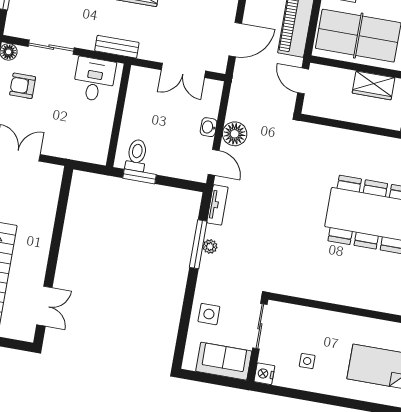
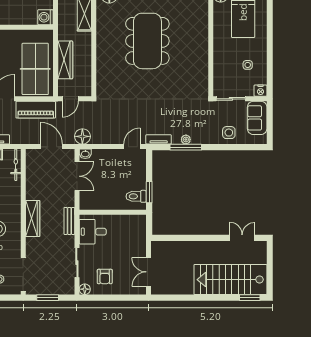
wardrobe: (374, 85) -> (65, 60), width x1.50
washbasin: (209, 127) -> (85, 154), moved
floor lamp: (235, 134) -> (82, 136), moved

